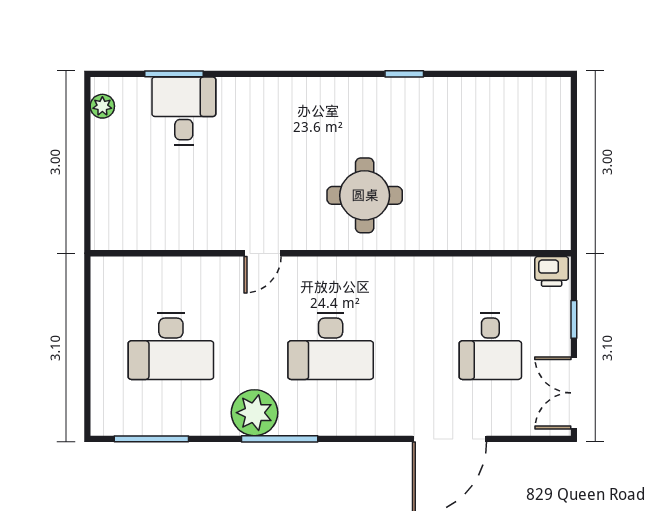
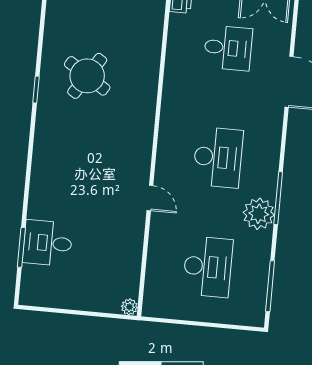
plant: (102, 106) -> (129, 307), moved
round table: (365, 195) -> (87, 76), moved, turned 33

